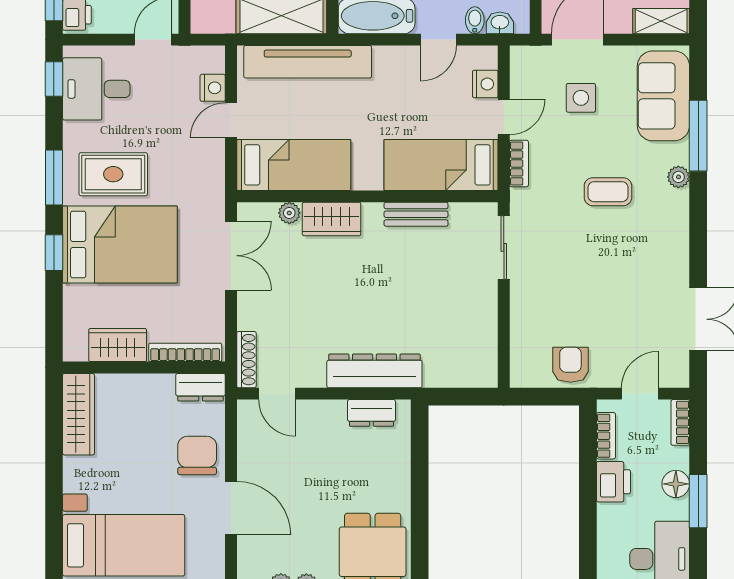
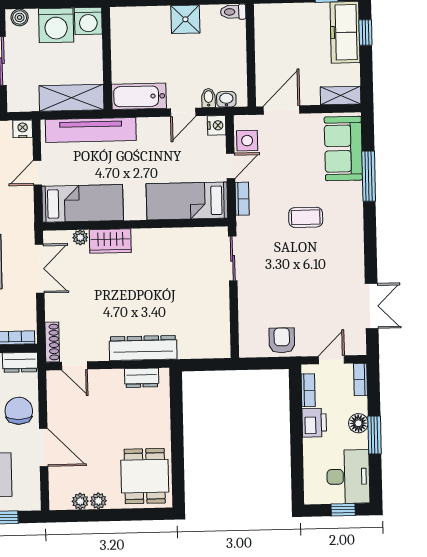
nightstand: (485, 84) -> (217, 125), moved
nightstand: (213, 88) -> (23, 129), moved, turned -90
side table: (581, 98) -> (247, 141), moved
plant: (678, 177) -> (355, 206), removed
bench: (416, 214) -> (170, 236), removed

